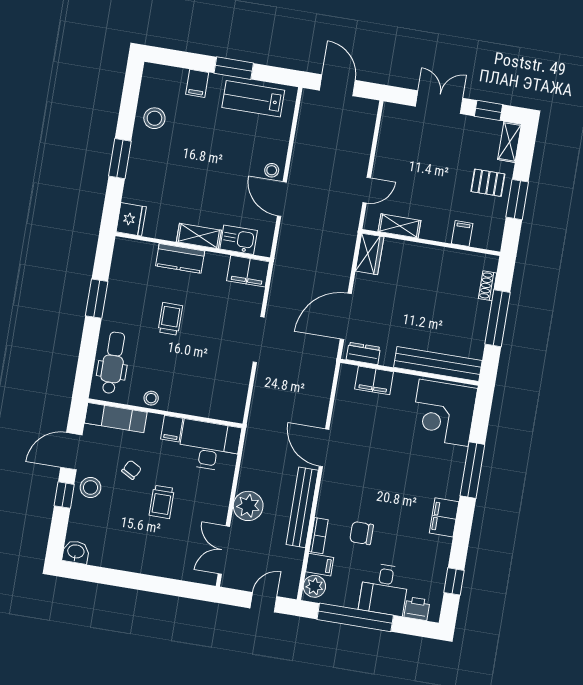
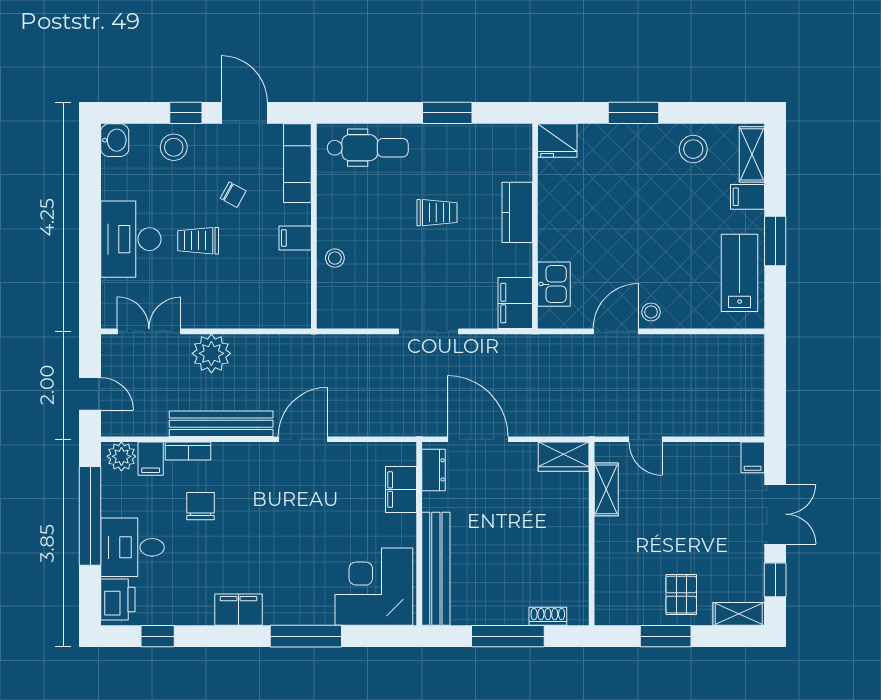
door: (337, 85) -> (775, 379), removed
filing cabinet: (462, 234) -> (753, 457), moved, turned 90
shelving: (199, 236) -> (752, 154), moved
stool: (151, 398) -> (335, 258), moved
desk: (209, 446) -> (131, 239), moved, turned 180
stool: (91, 487) -> (174, 147), moved
printer: (417, 609) -> (118, 599), width x1.36, depth x1.24

